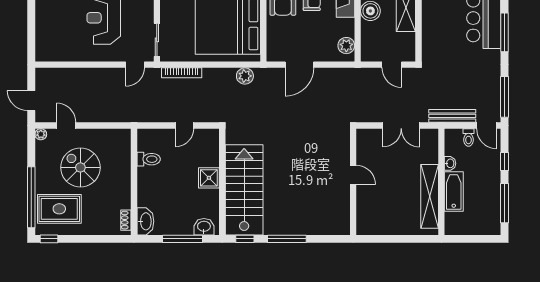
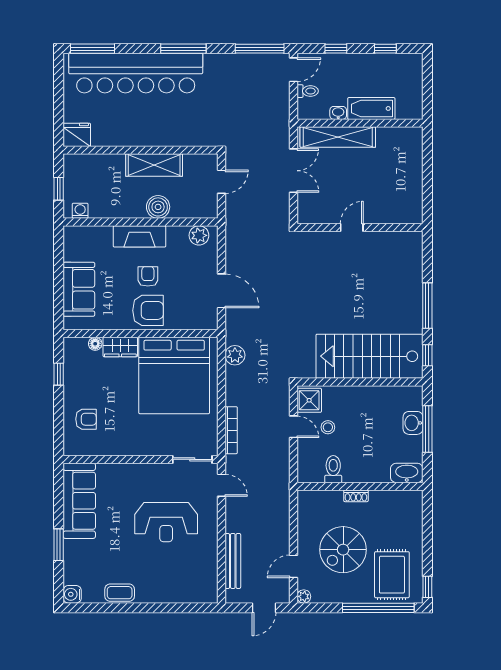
bench: (452, 116) -> (233, 561), moved
stool: (184, 155) -> (328, 427), added
shower: (209, 178) -> (309, 400), moved
shelving: (430, 196) -> (338, 137), moved
window: (504, 203) -> (385, 49), width x0.46
shoe rack: (126, 220) -> (356, 496), moved
washbasin: (204, 227) -> (413, 423), moved

